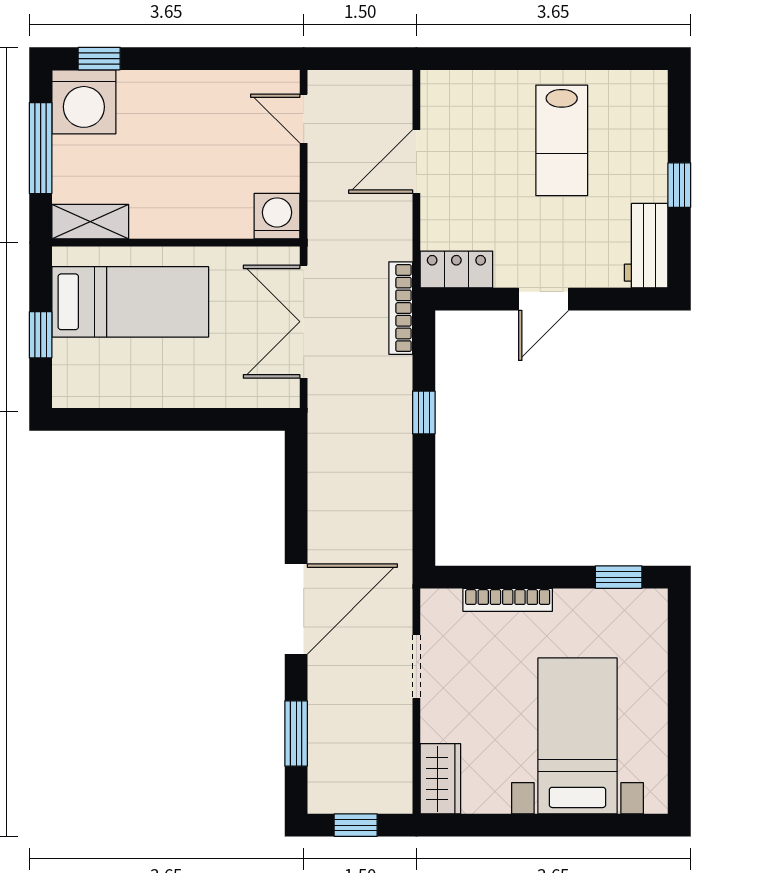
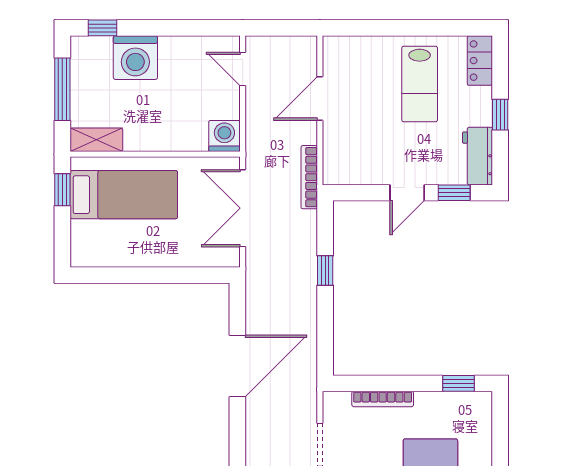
washing machine: (84, 102) -> (135, 58), moved
locker: (456, 269) -> (480, 61), moved, turned -90
window: (612, 299) -> (454, 193), added
bookcase: (401, 308) -> (309, 177), moved
window: (41, 335) -> (62, 190), moved
door: (296, 609) -> (237, 366), moved

